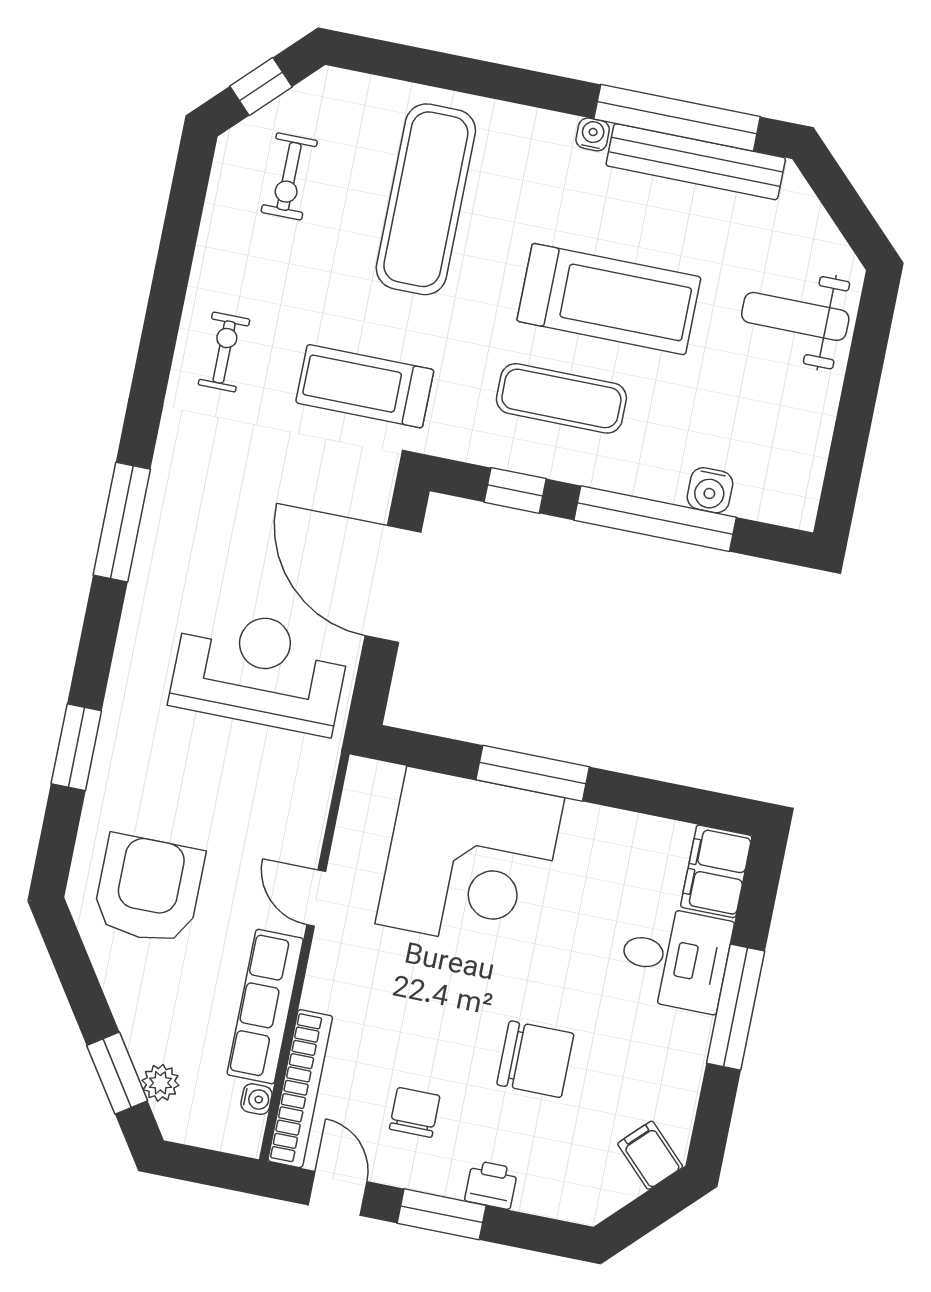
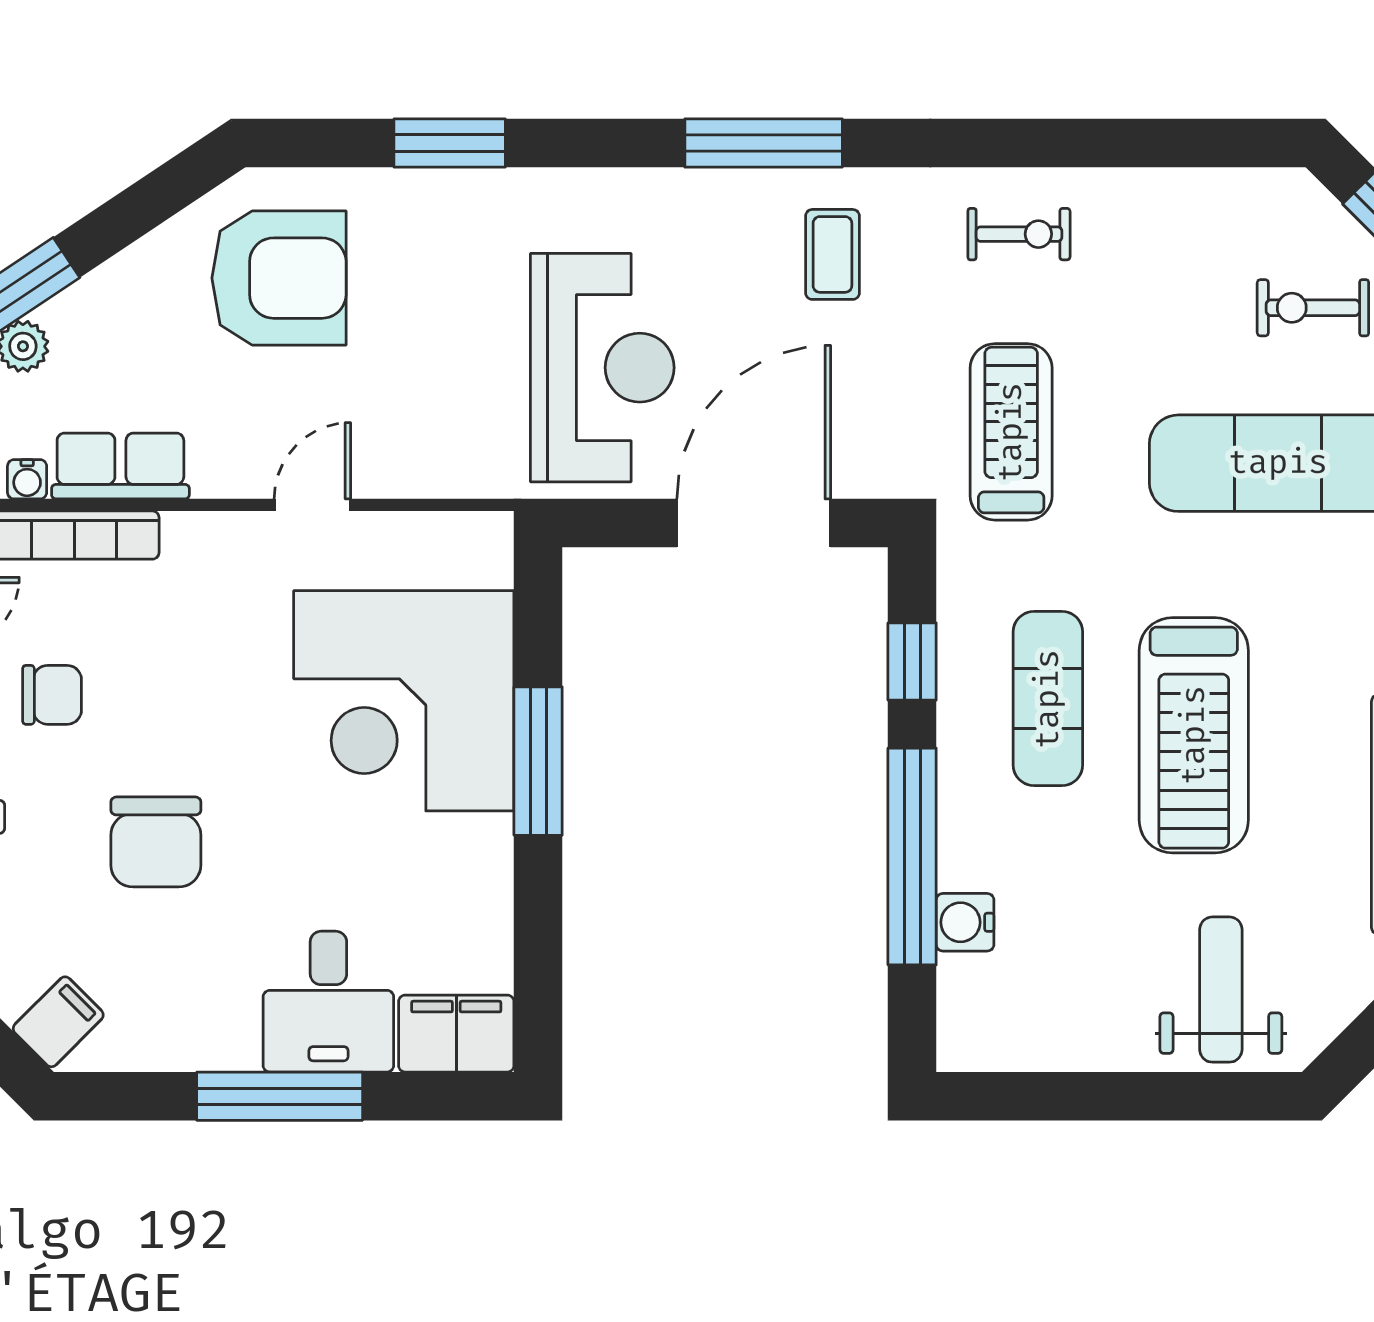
exercise bike: (289, 176) -> (1313, 308), moved
coffee table: (212, 489) -> (832, 254), added
row of seats: (265, 1007) -> (120, 466), width x0.68

